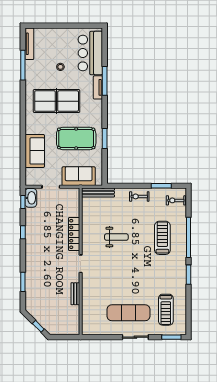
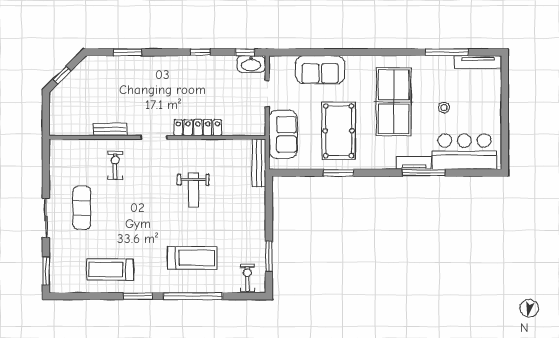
exercise bike: (139, 196) -> (115, 165), moved
treadmill: (166, 310) -> (110, 270), moved
exercise mat: (128, 313) -> (82, 208), width x0.73, depth x0.69

